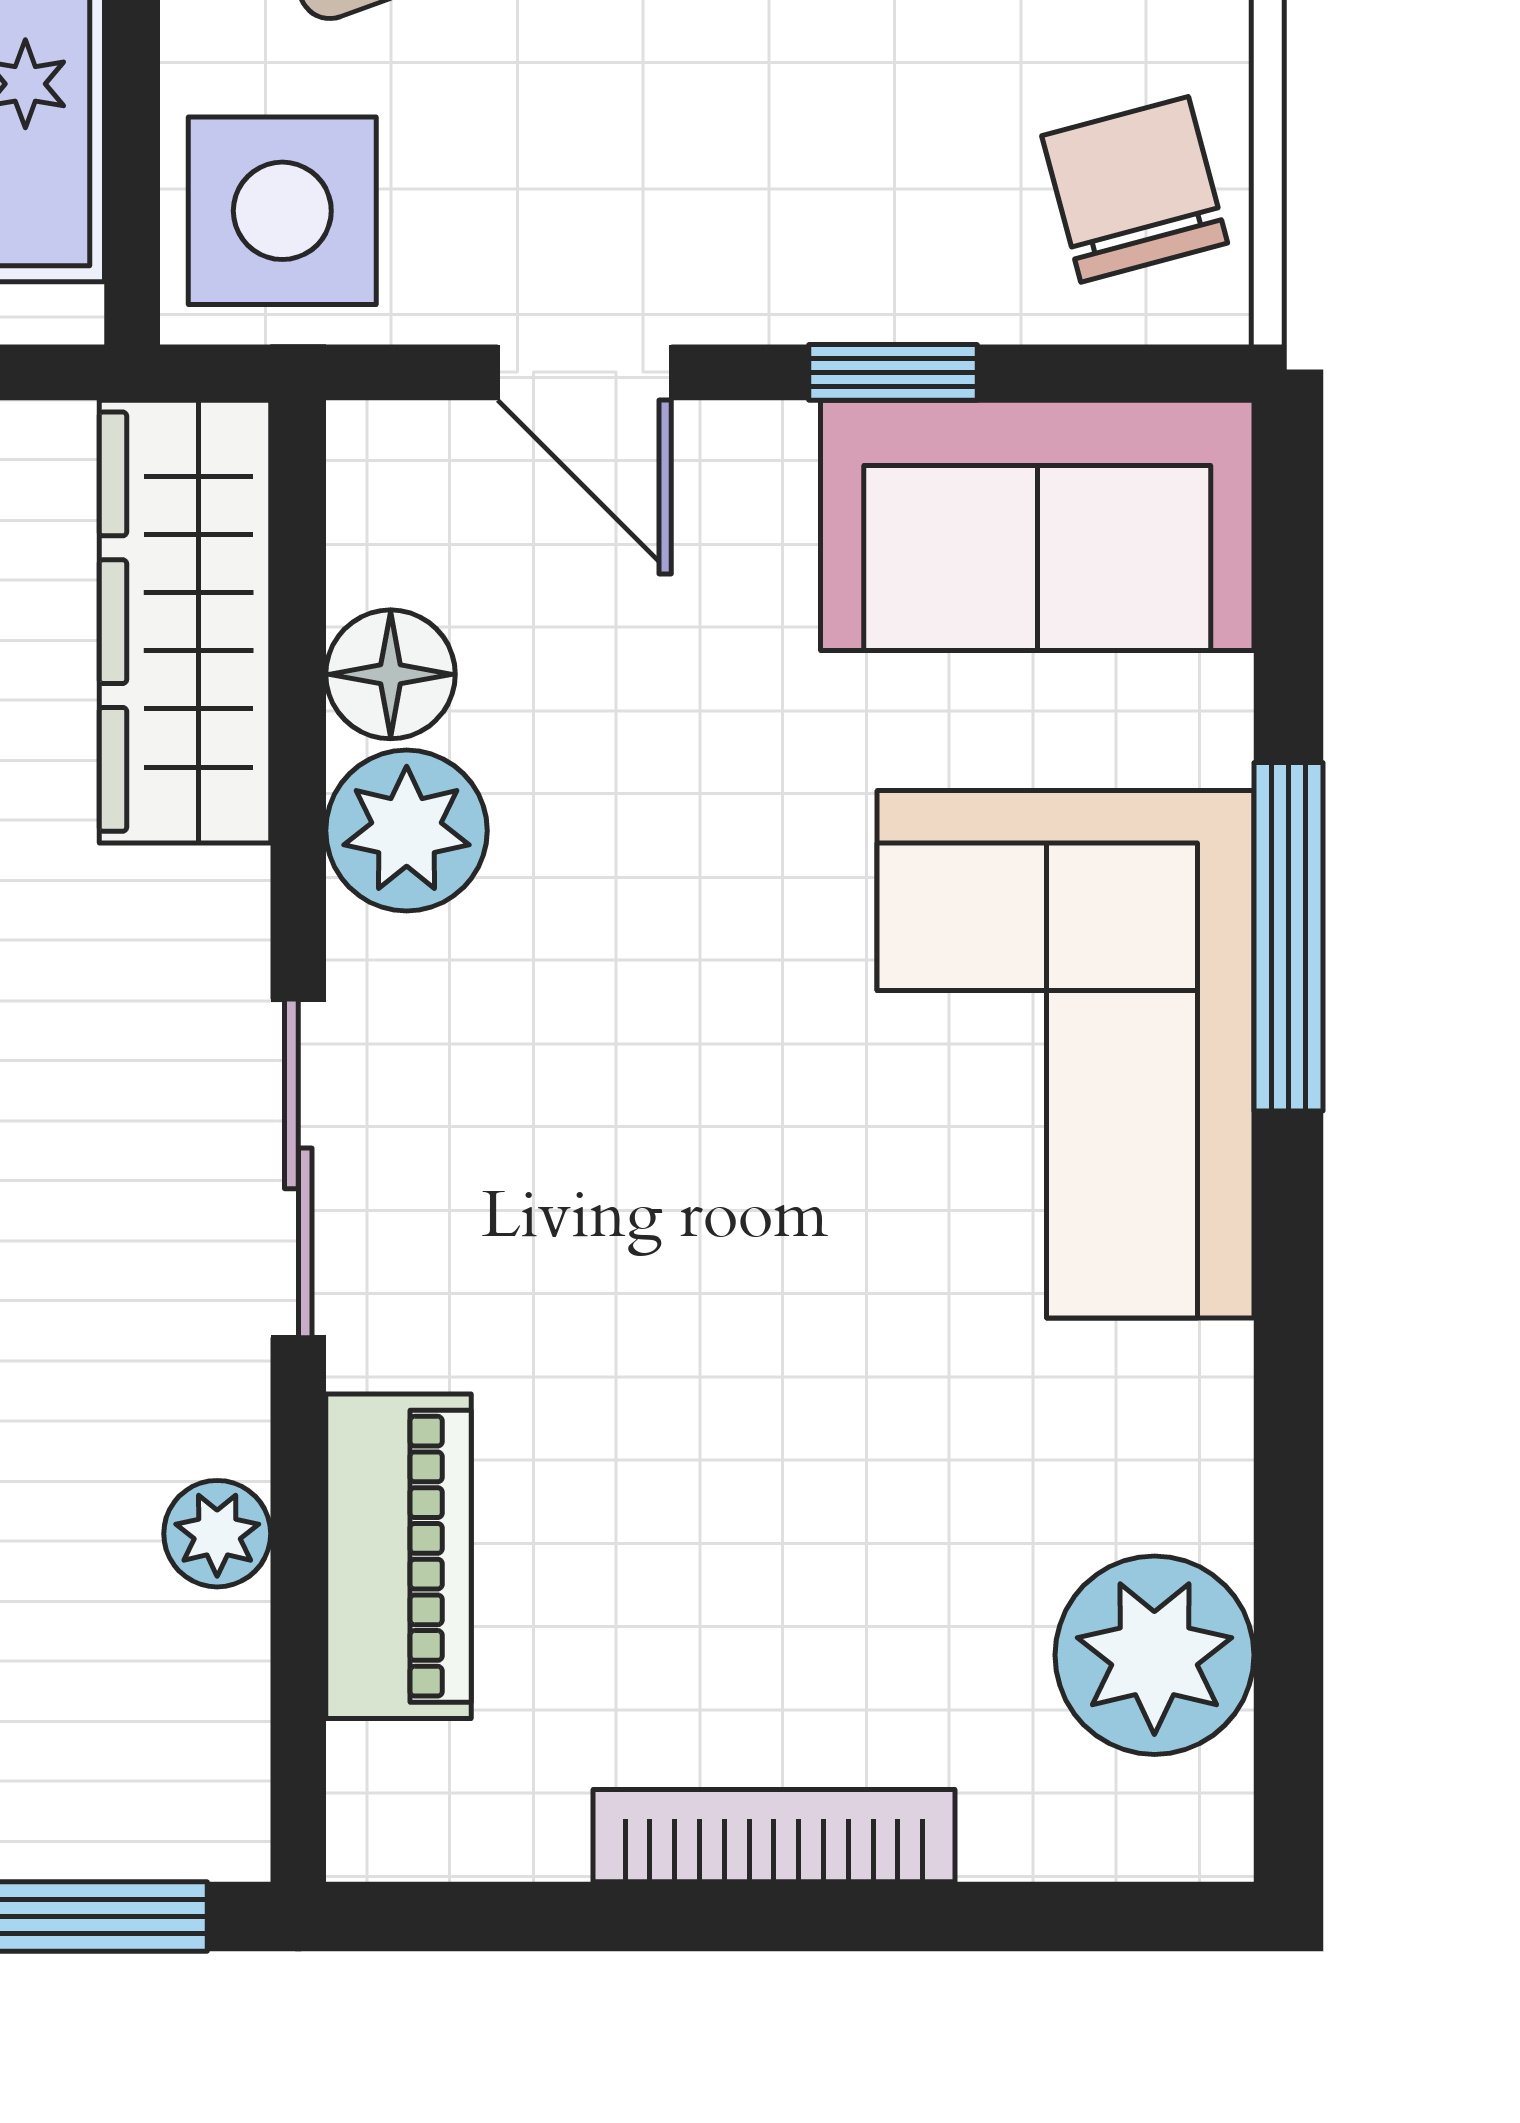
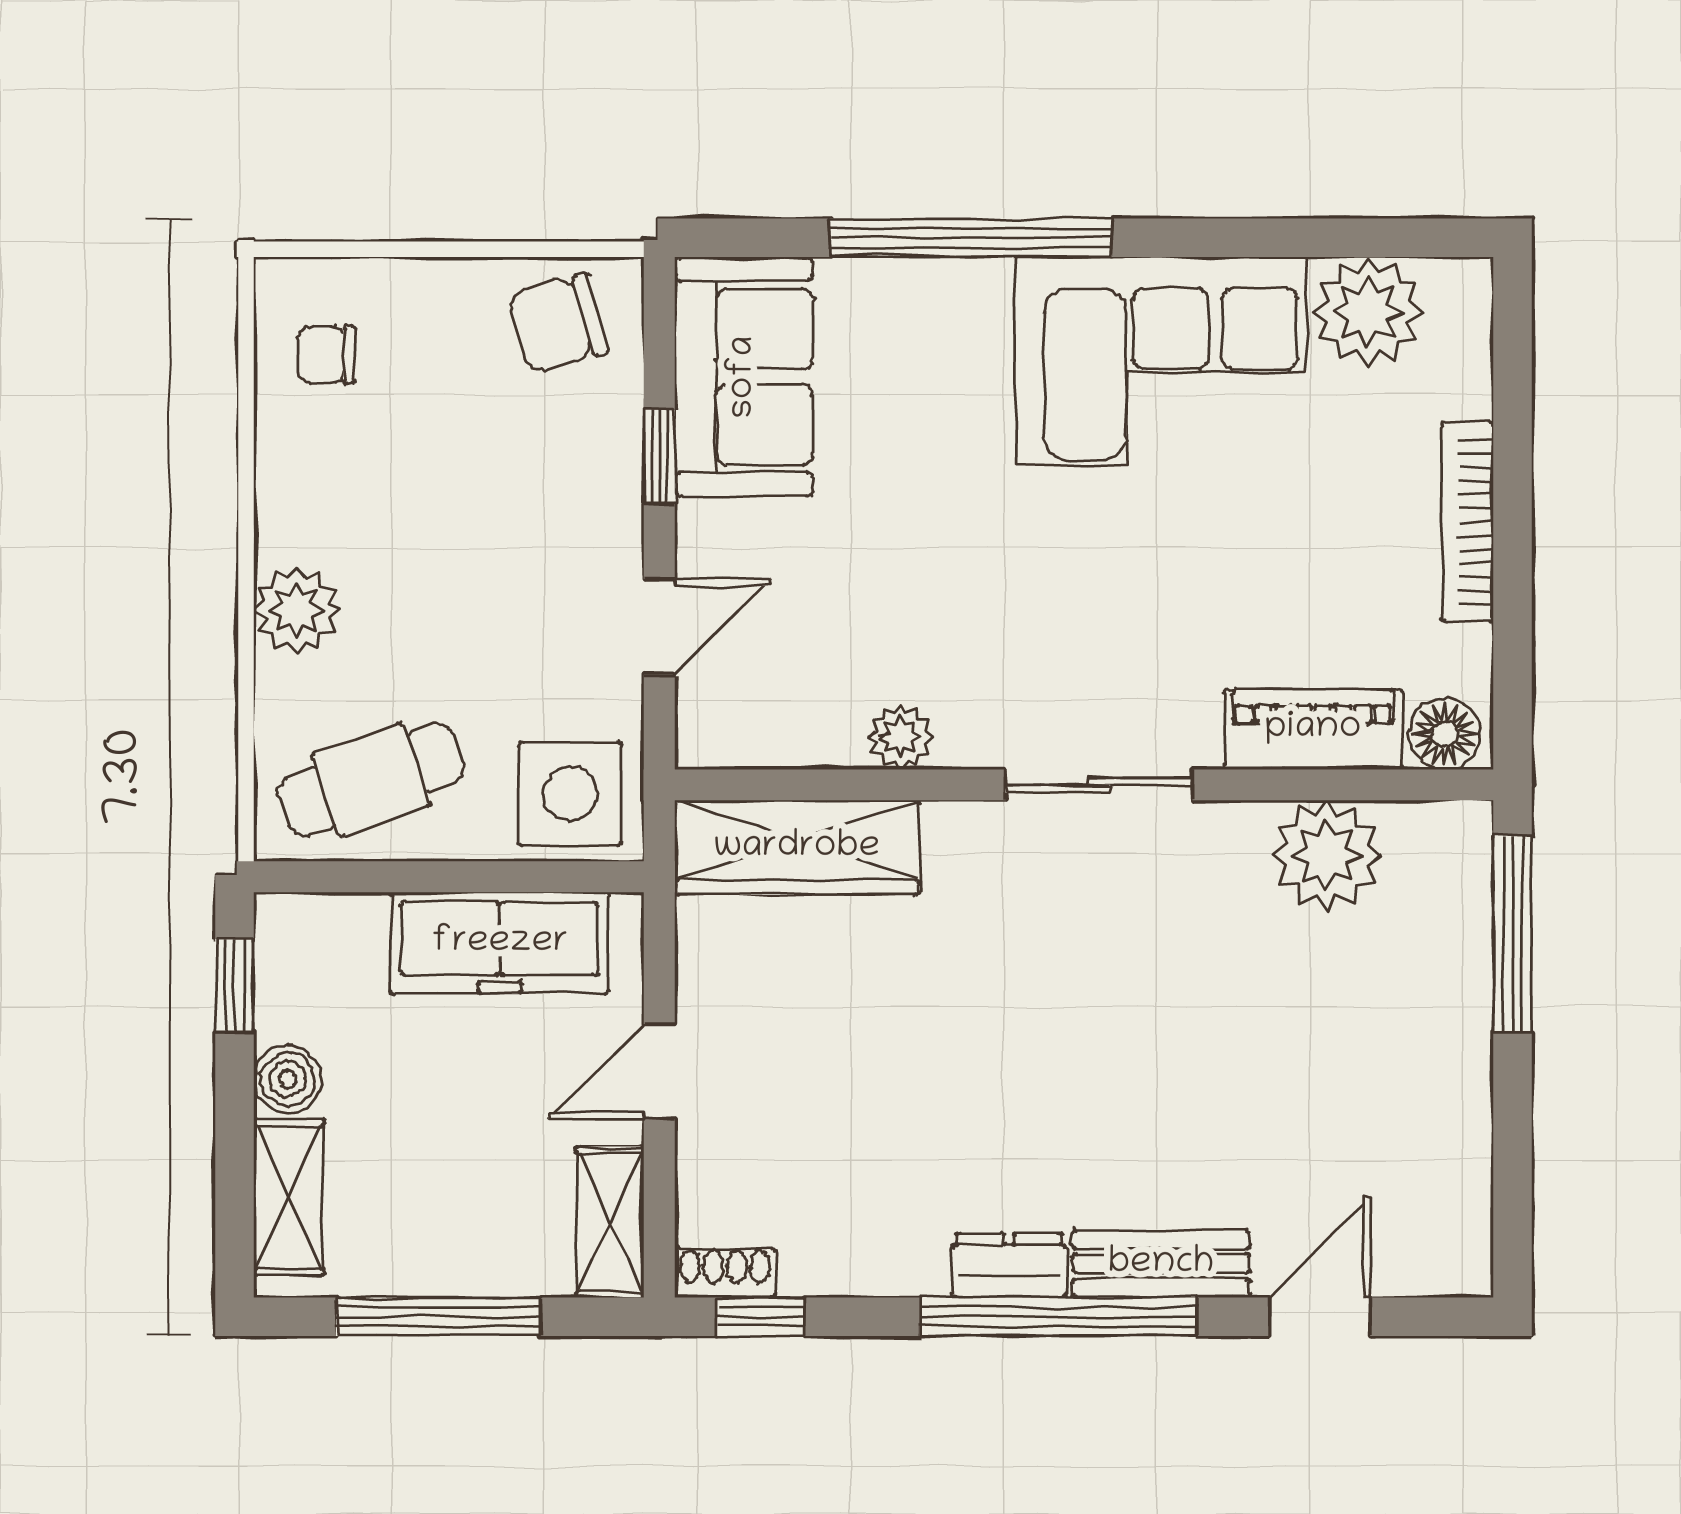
floor lamp: (391, 674) -> (1445, 734), moved
plant: (407, 831) -> (900, 737), width x0.73, depth x0.73
window: (1288, 937) -> (971, 238), width x1.46
corner sofa: (1065, 1054) -> (1161, 361), moved
plant: (217, 1534) -> (1327, 855), width x1.88, depth x1.88

